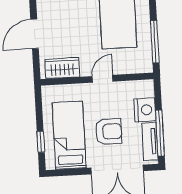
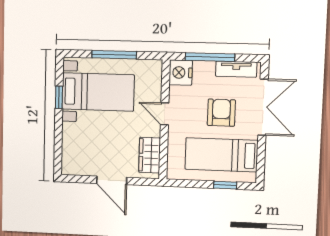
window: (155, 42) -> (114, 55), moved
nightstand: (145, 110) -> (181, 73), moved, turned -90
window: (160, 133) -> (210, 57), moved

